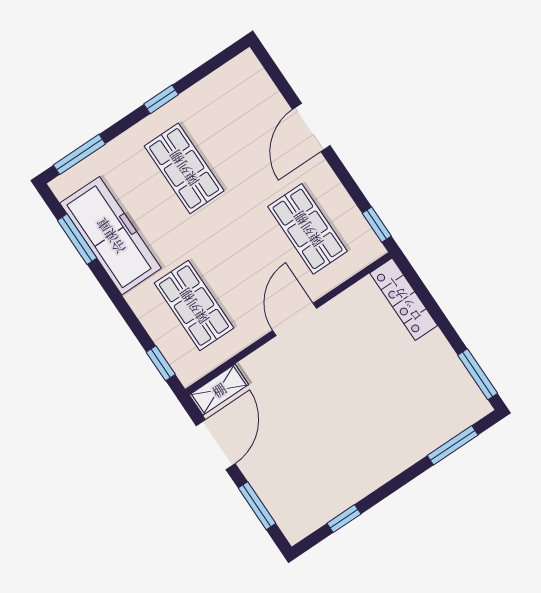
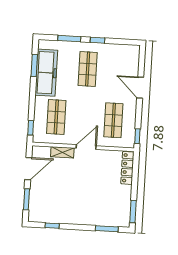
door: (311, 128) -> (140, 88), hinge flipped
window: (79, 154) -> (69, 39), moved
shelving: (219, 390) -> (62, 152), moved

